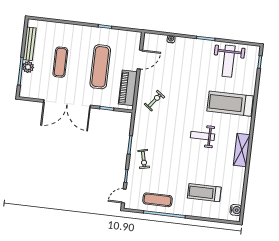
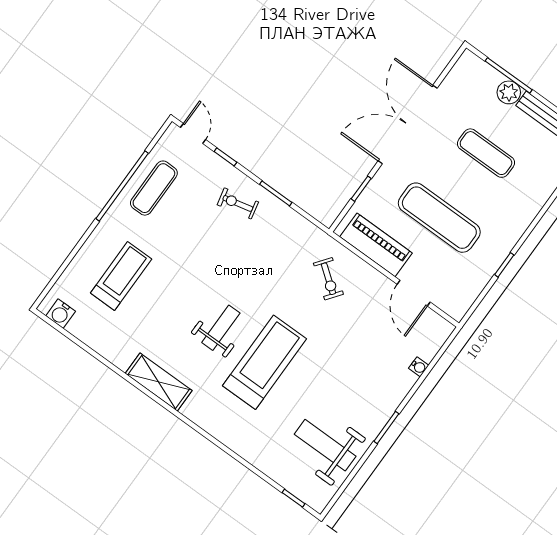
treadmill: (230, 104) -> (264, 362), moved

